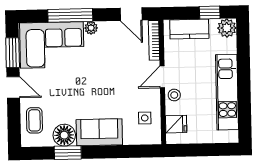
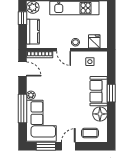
door: (131, 14) -> (23, 69), hinge flipped
window: (68, 153) -> (111, 93), moved

